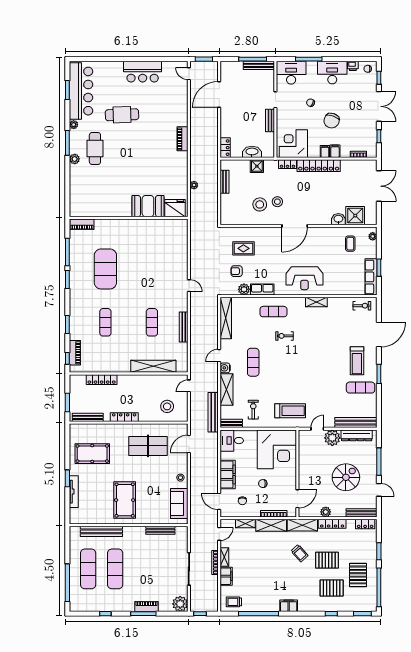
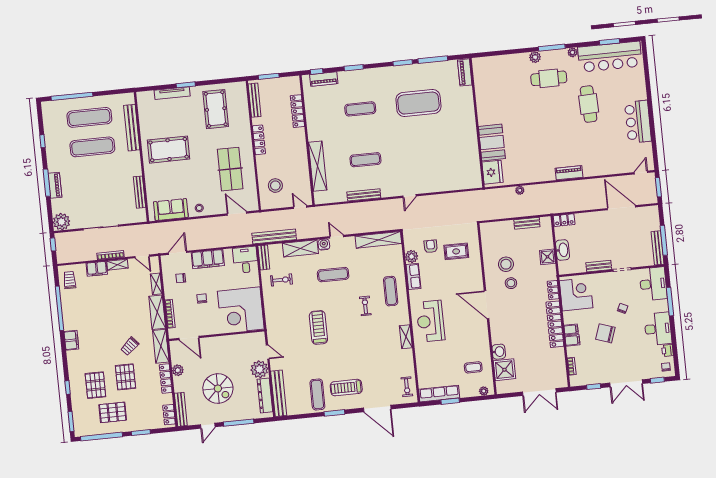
rug: (243, 248) -> (456, 251), turned 90
treadmill: (290, 411) -> (318, 327), moved, turned 180

